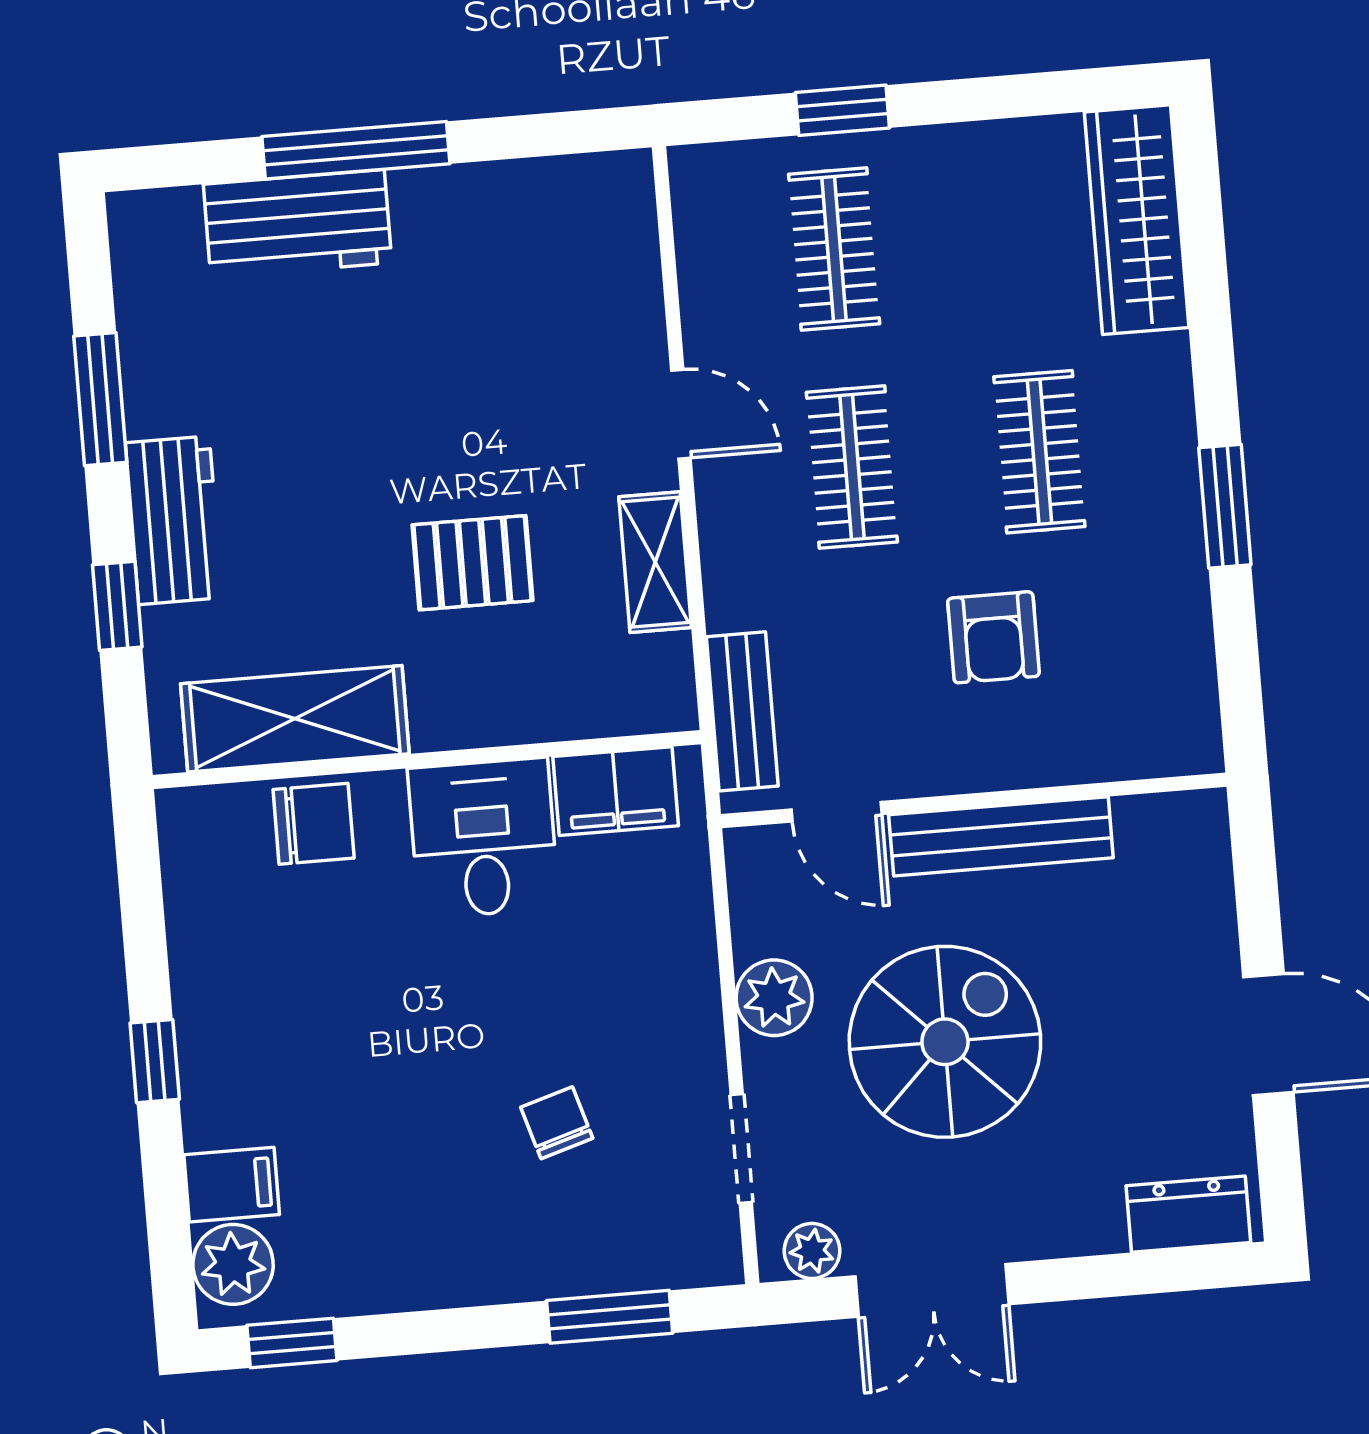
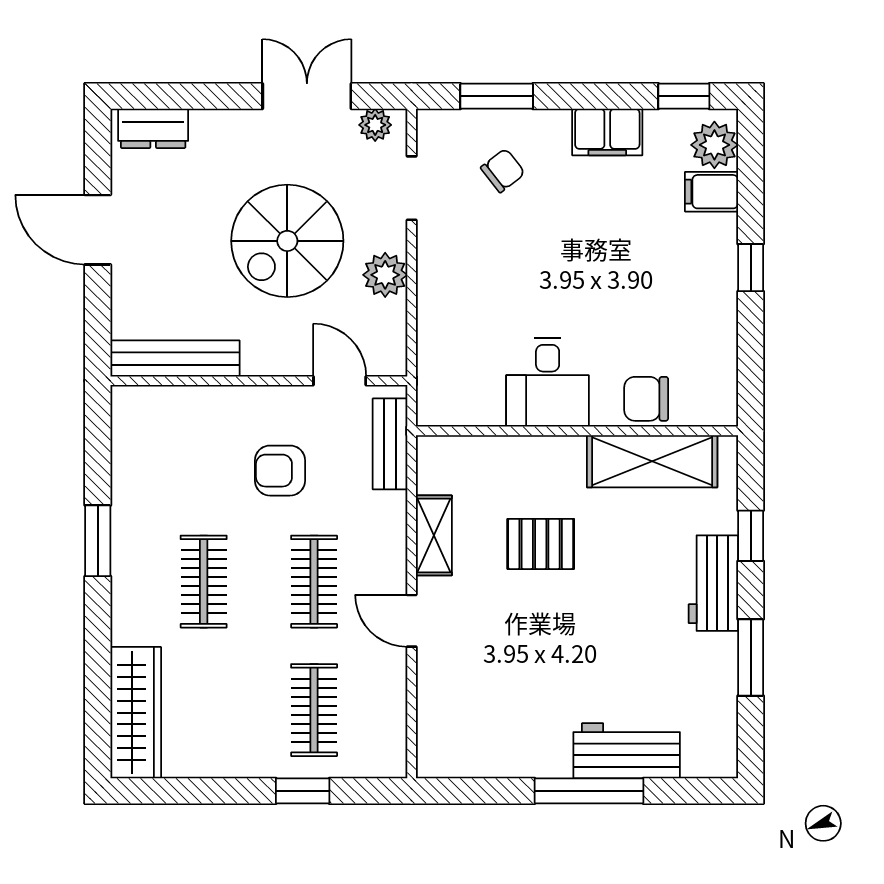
armchair: (993, 637) -> (280, 471), moved, turned -90
filing cabinet: (616, 791) -> (607, 132), moved, turned 180
bench: (1001, 836) -> (175, 358), moved
chair: (557, 1123) -> (503, 171), moved, turned -111

